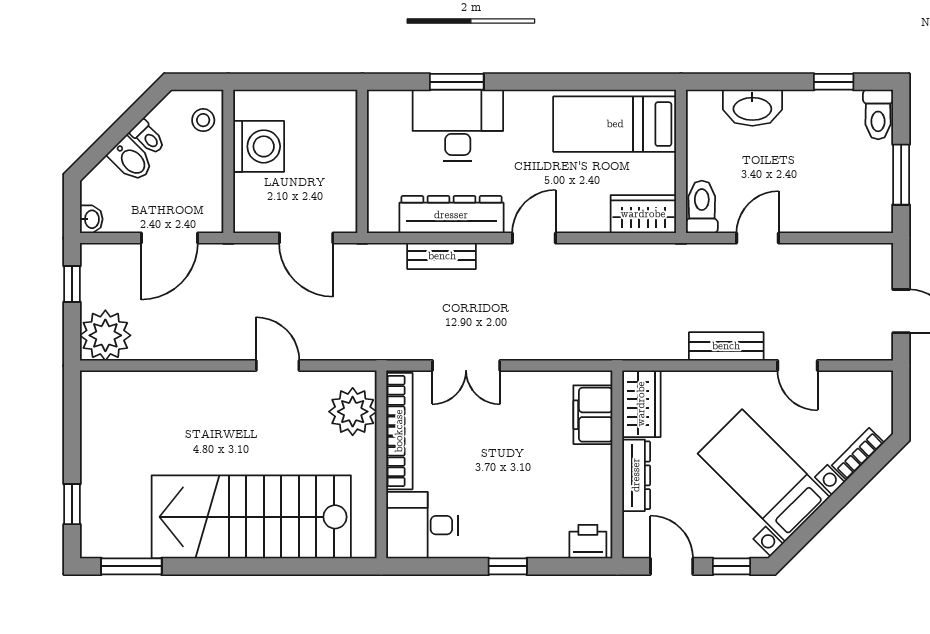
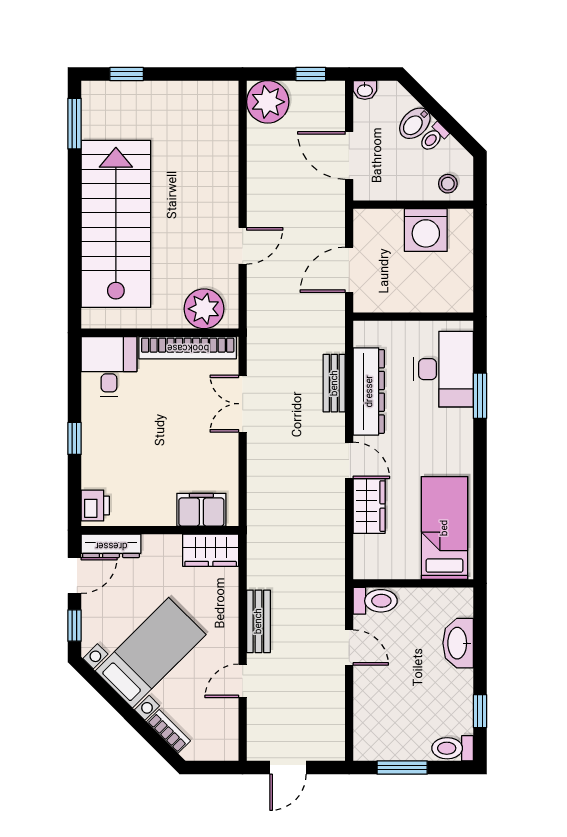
desk: (458, 125) -> (444, 369), moved
wardrobe: (643, 214) -> (369, 506), moved
dresser: (636, 475) -> (111, 546), moved

